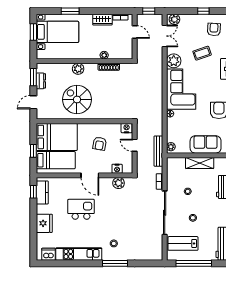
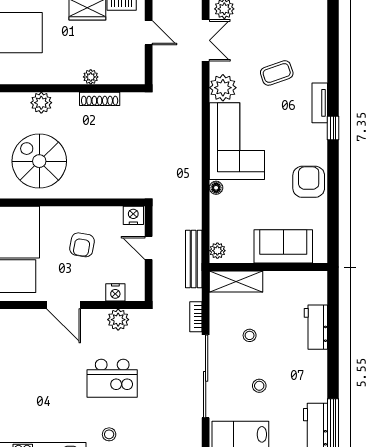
armchair: (214, 29) -> (299, 28), removed
shelving: (200, 163) -> (236, 281), moved
kitchen island: (81, 209) -> (112, 378), moved, turned 180

